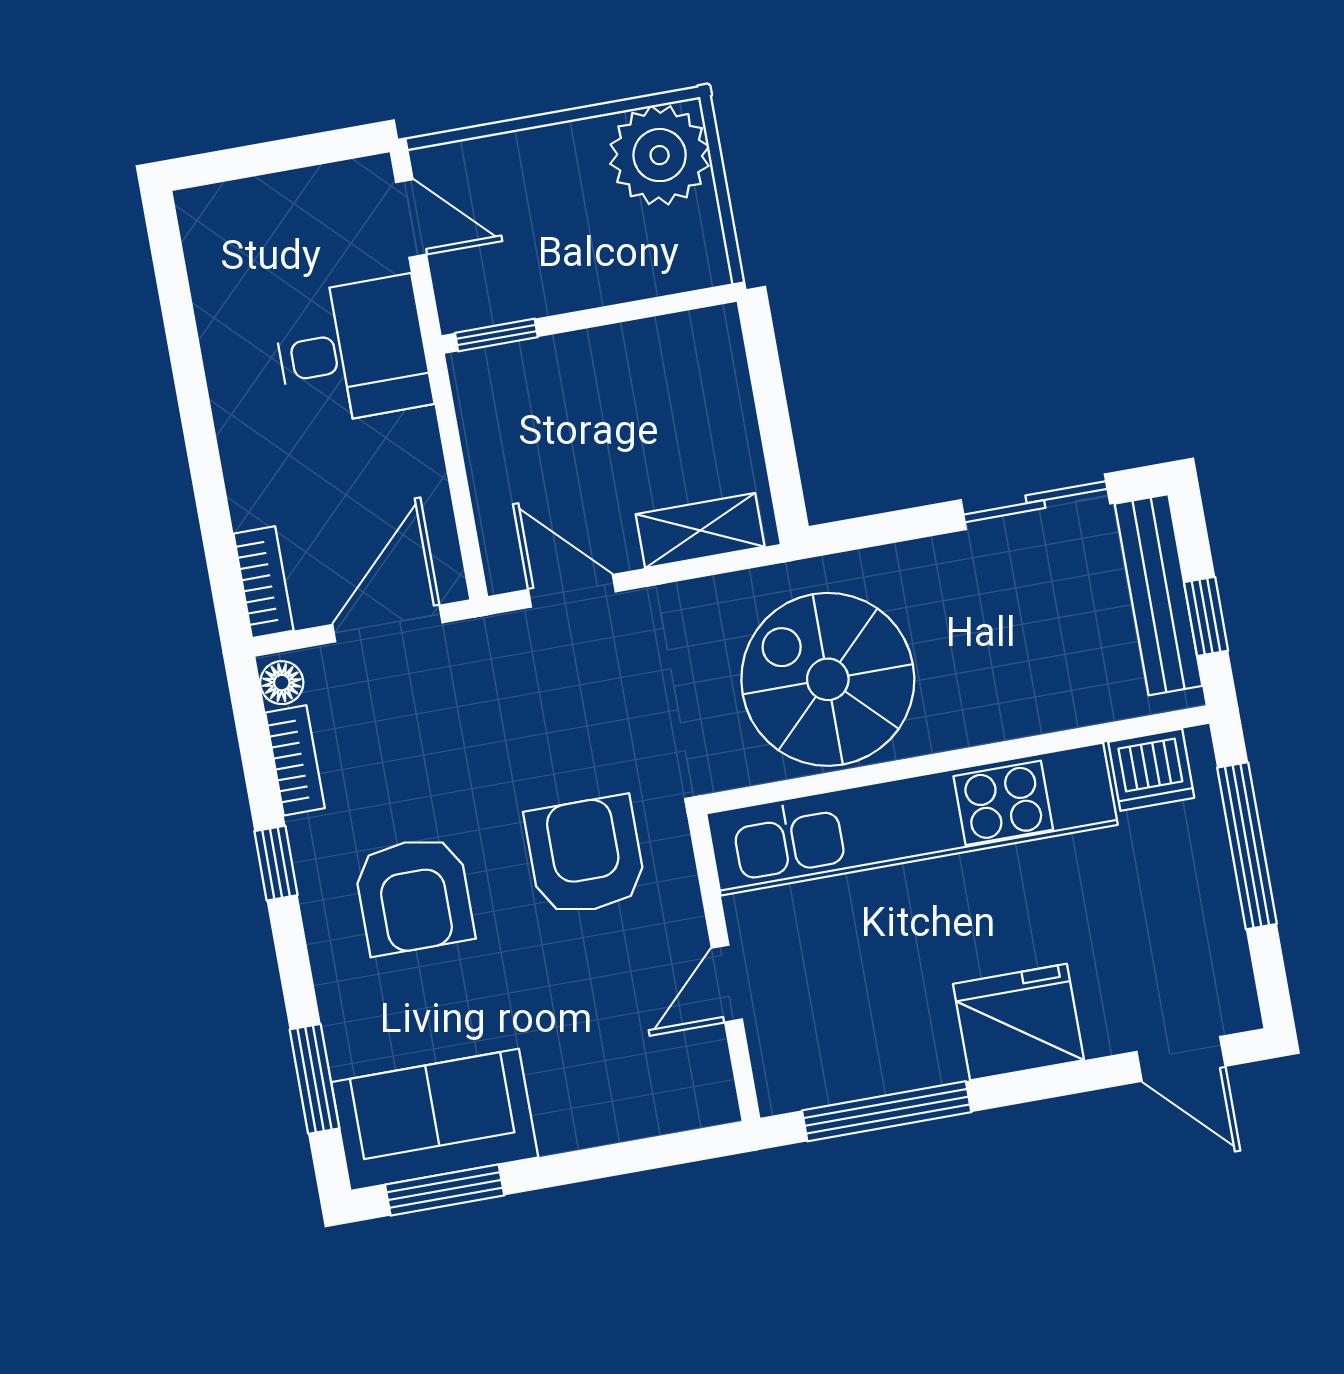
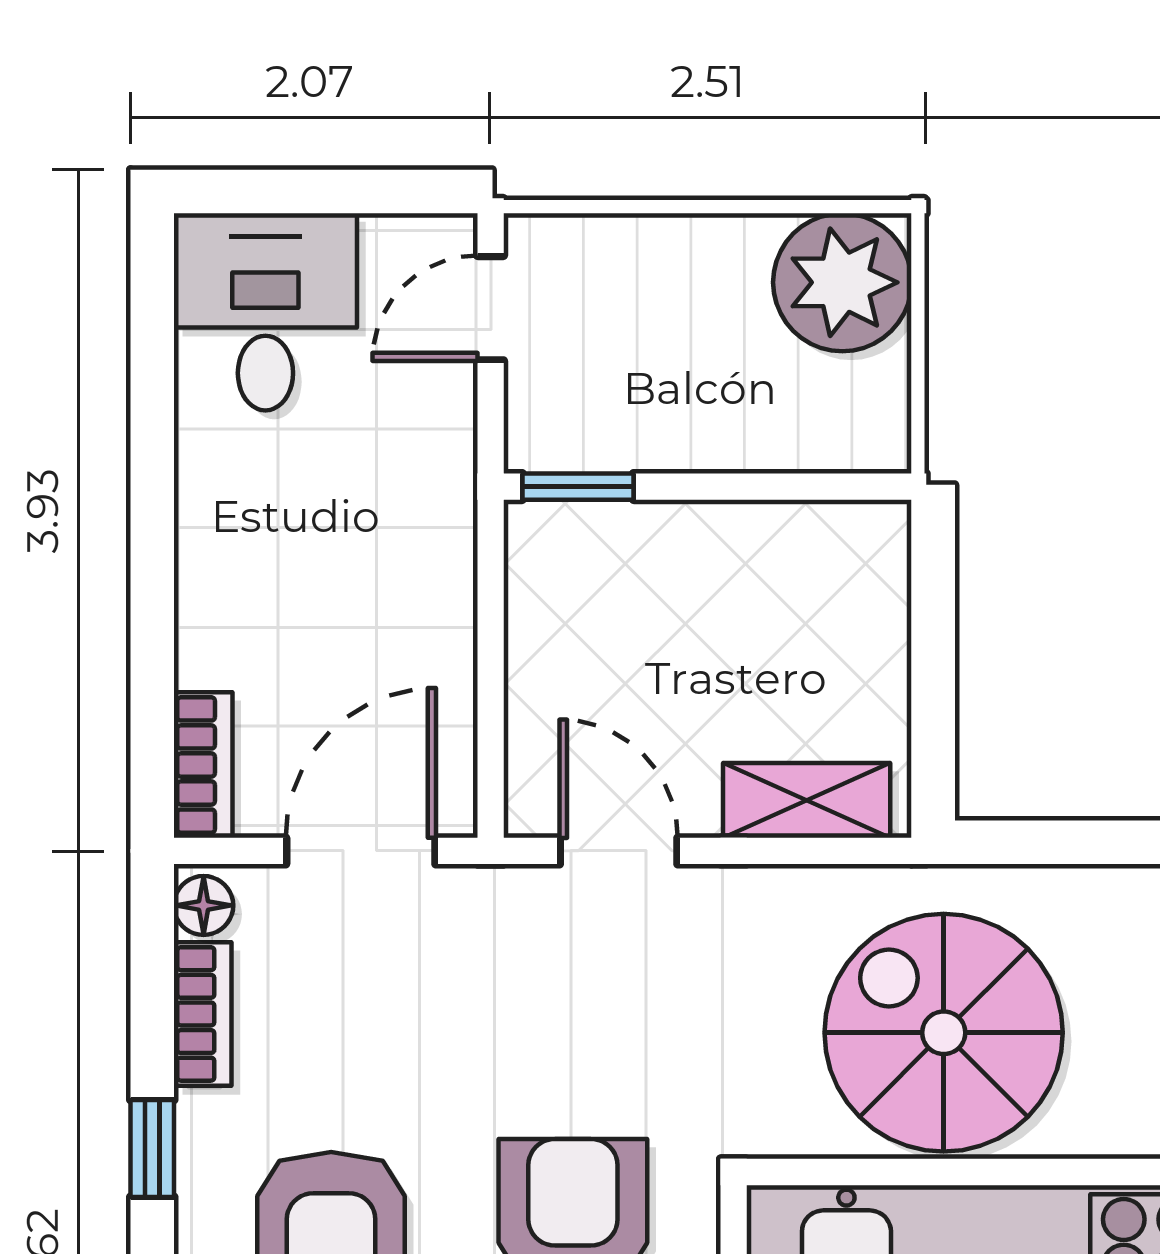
door: (411, 218) -> (491, 308), swing flipped
desk: (352, 351) -> (265, 312), moved, turned -90

